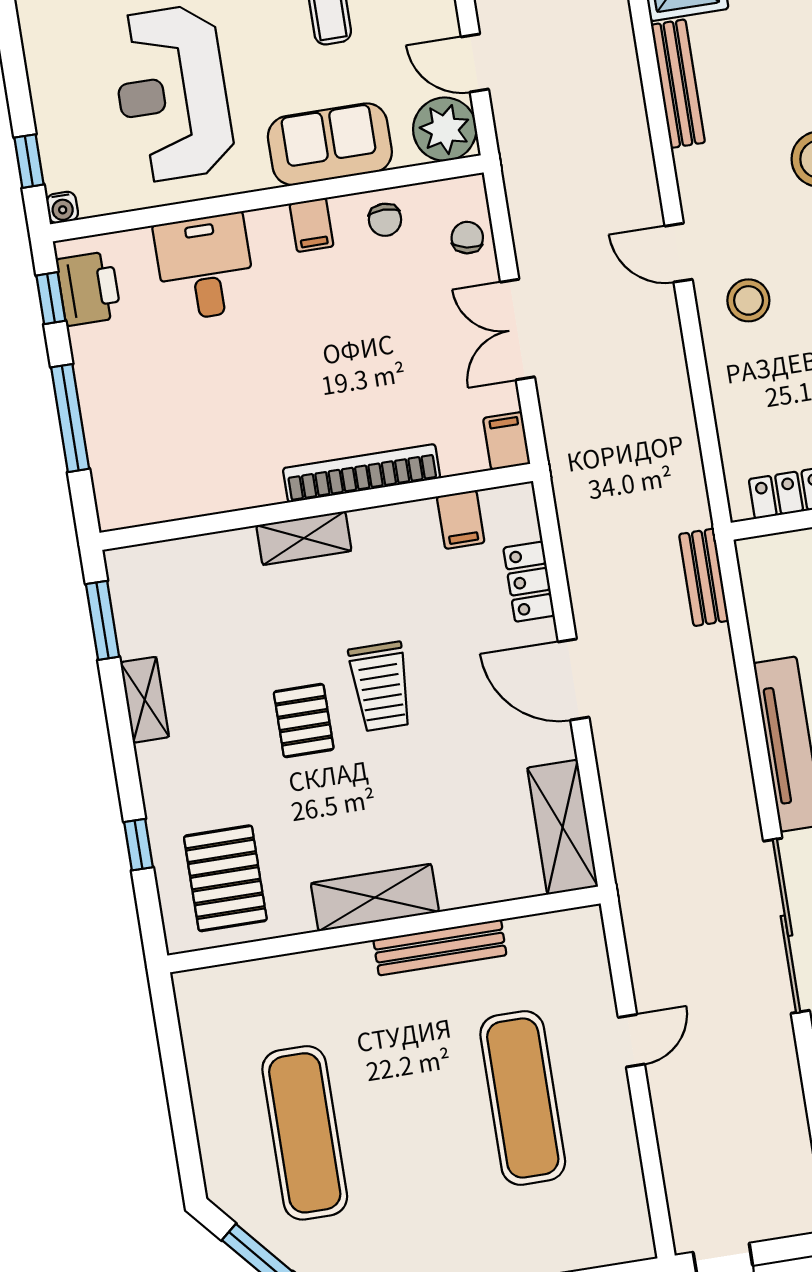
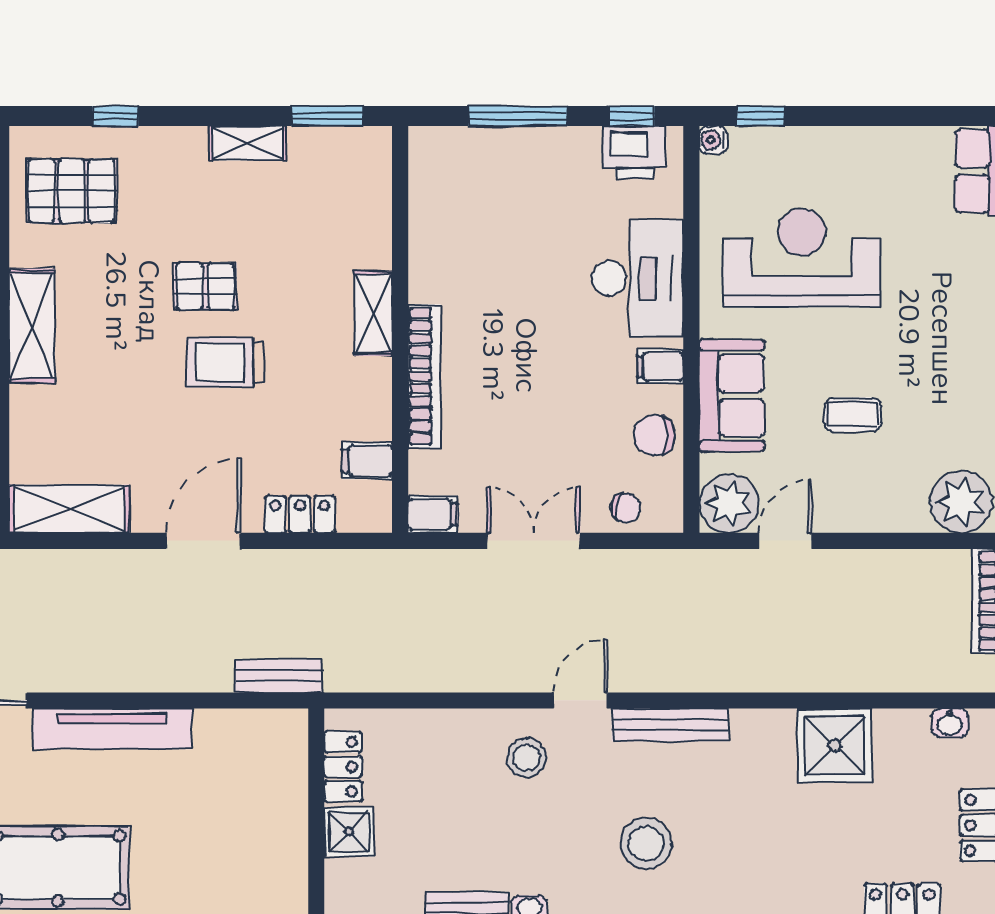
bench: (678, 84) -> (670, 725), moved
chair: (385, 220) -> (654, 435), width x1.37, depth x1.37
desk: (205, 267) -> (637, 278), width x1.37

